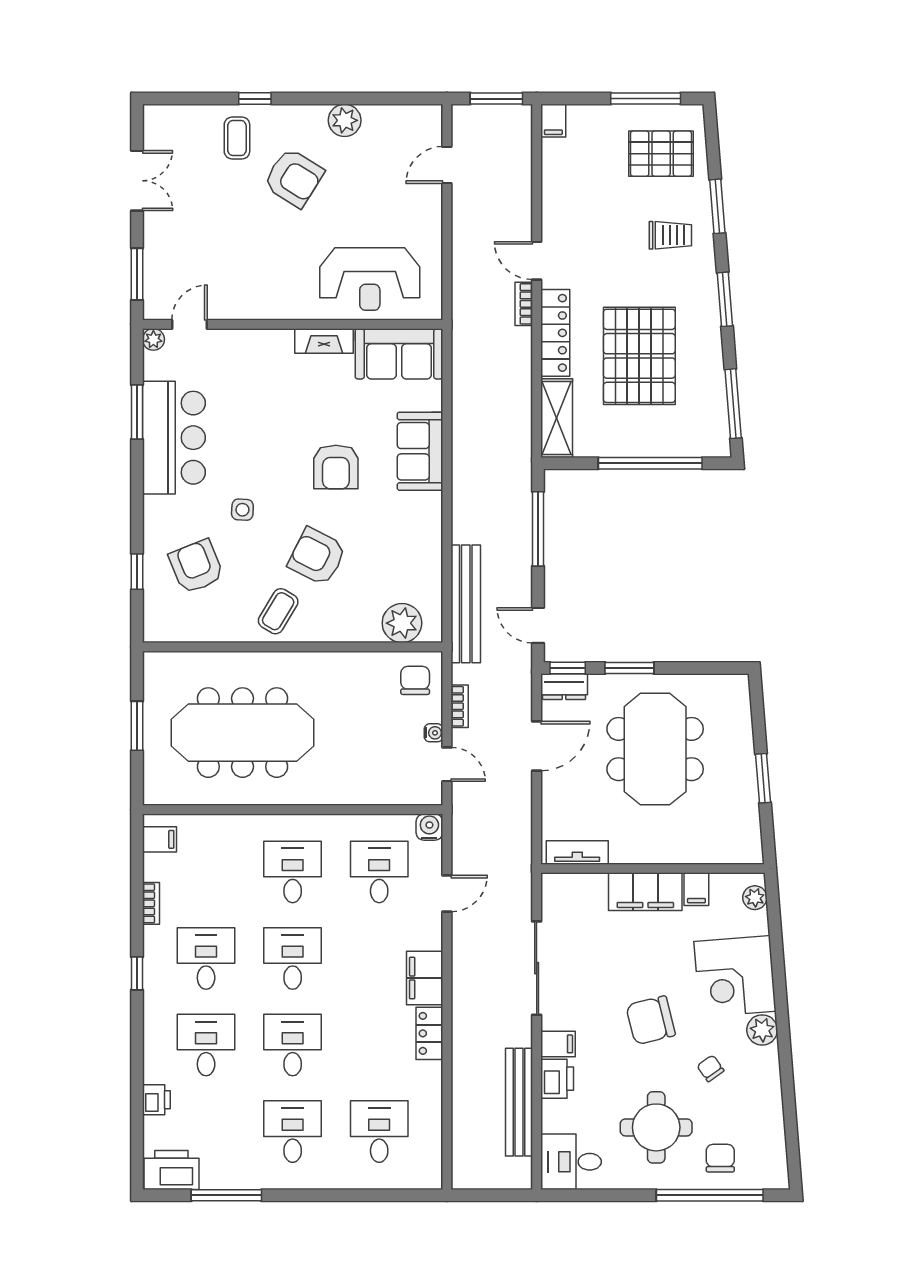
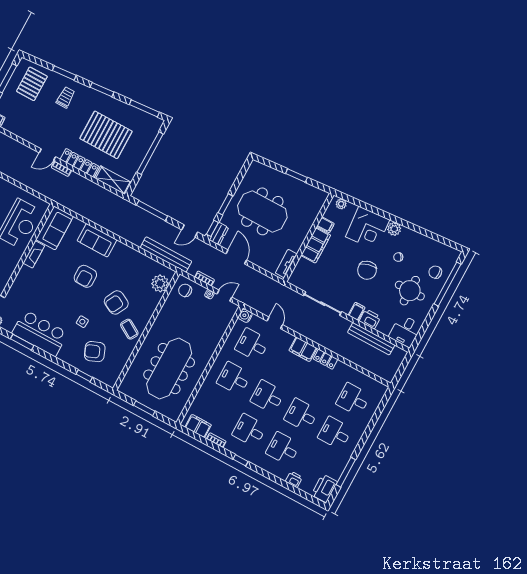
armchair: (336, 467) -> (85, 276), turned 90
filing cabinet: (159, 839) -> (198, 426), width x2.00

